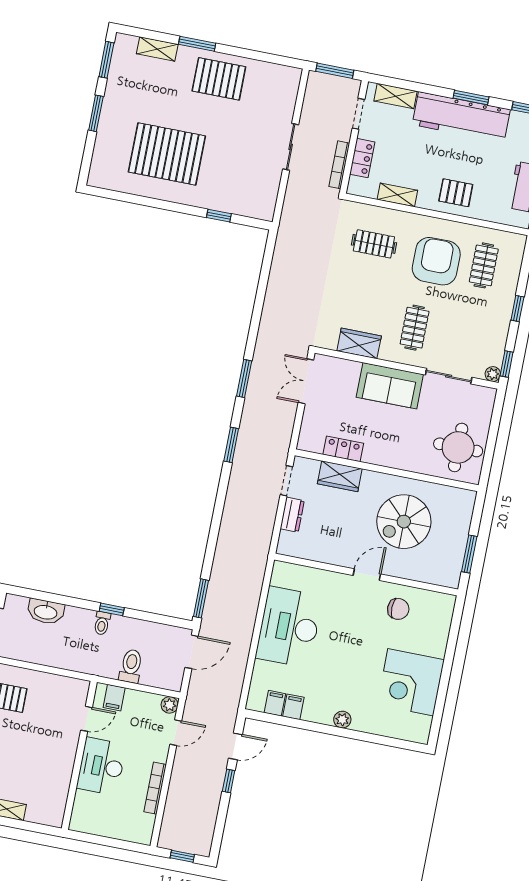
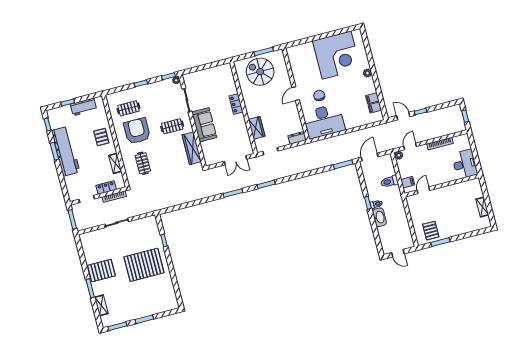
pallet: (219, 79) -> (101, 271), turned 90
shelving: (395, 96) -> (70, 186), removed
pallet: (167, 154) -> (144, 265), moved, turned 90
armchair: (436, 261) -> (137, 131), turned 90
wardrobe: (359, 343) -> (192, 148), width x1.50
double door: (306, 381) -> (236, 160), moved
round table: (458, 447) -> (217, 80), removed
locker: (343, 449) -> (236, 104), moved
dresser: (292, 515) -> (297, 138), moved
spiral stairs: (404, 522) -> (260, 72), moved, turned 180
door: (367, 575) -> (296, 94), hinge flipped
chair: (398, 609) -> (319, 96), moved
washbasin: (46, 612) -> (379, 217), moved
desk: (289, 627) -> (324, 121), moved
door: (192, 652) -> (370, 157), hinge flipped
corner desk: (411, 682) -> (337, 55), width x1.36, depth x1.36
door: (86, 719) -> (423, 190), hinge flipped
door: (176, 733) -> (410, 146), hinge flipped
desk: (101, 766) -> (465, 164), moved, turned -90

